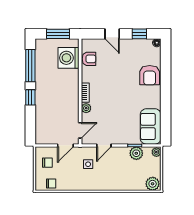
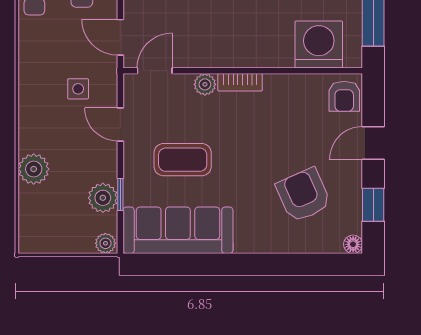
armchair: (89, 59) -> (344, 96), moved
armchair: (150, 75) -> (303, 195), moved, turned 66
coffee table: (119, 118) -> (183, 160), added
sofa: (151, 126) -> (178, 230), width x1.36
door: (80, 130) -> (155, 71), swing flipped
plant: (153, 184) -> (34, 169), moved

